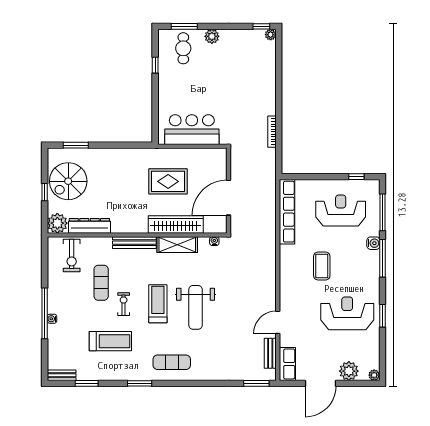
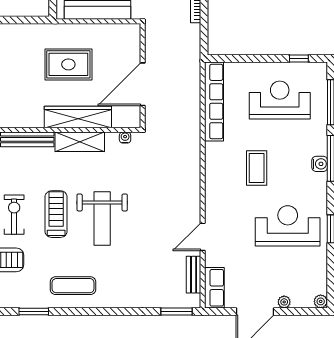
water cooler: (373, 243) -> (320, 164), moved
exercise bike: (124, 304) -> (14, 215), width x1.38, depth x1.39
plant: (349, 371) -> (284, 302), width x0.53, depth x0.53

